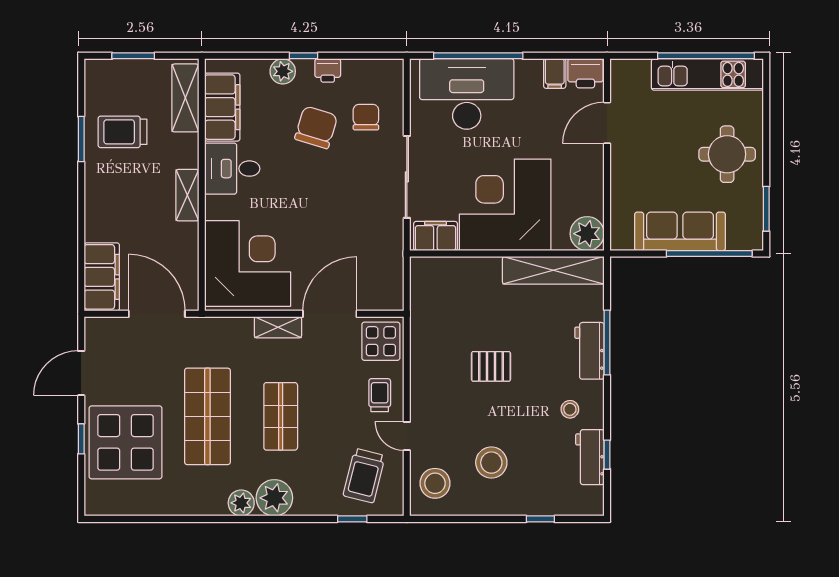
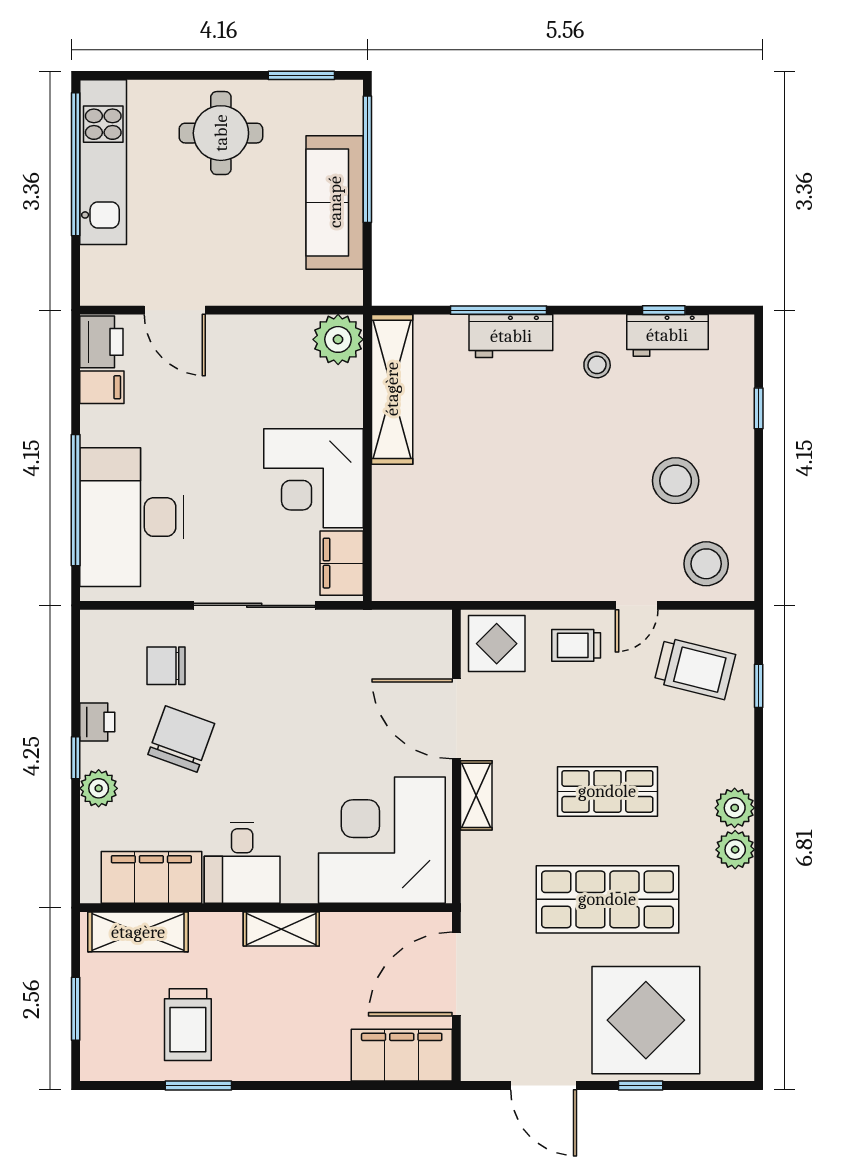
chair: (316, 127) -> (181, 739), turned 93
corner desk: (505, 205) -> (313, 478), width x0.74, depth x0.74
pallet: (491, 366) -> (534, 481), removed
plant: (274, 498) -> (735, 808), width x0.73, depth x0.73

